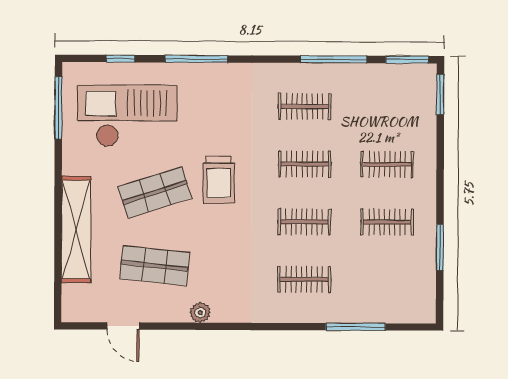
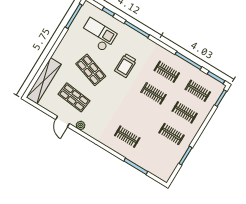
checkout: (127, 116) -> (98, 35), width x0.73, depth x0.83
trolley: (219, 180) -> (126, 66), moved
shop shelf: (155, 192) -> (91, 70), turned 36
clothes rail: (304, 222) -> (198, 91), moved
shelving: (76, 229) -> (44, 81), moved
door: (123, 326) -> (62, 121), moved

